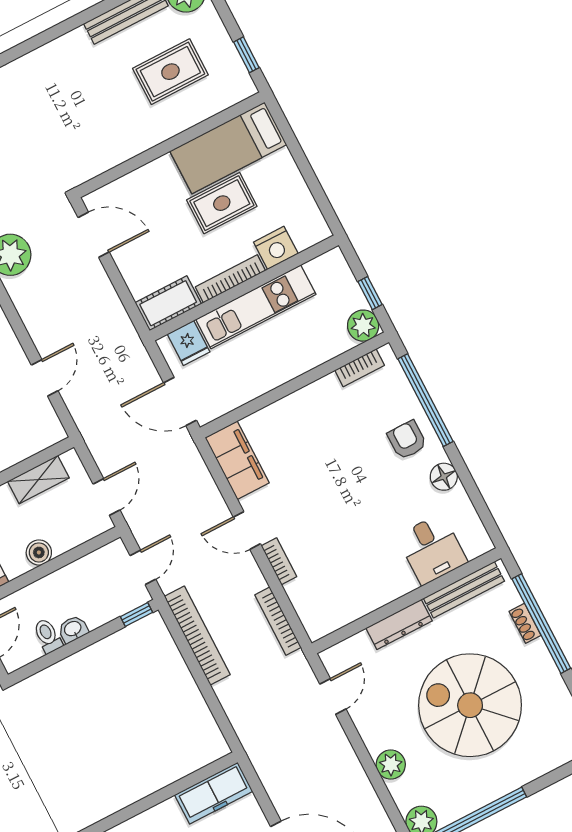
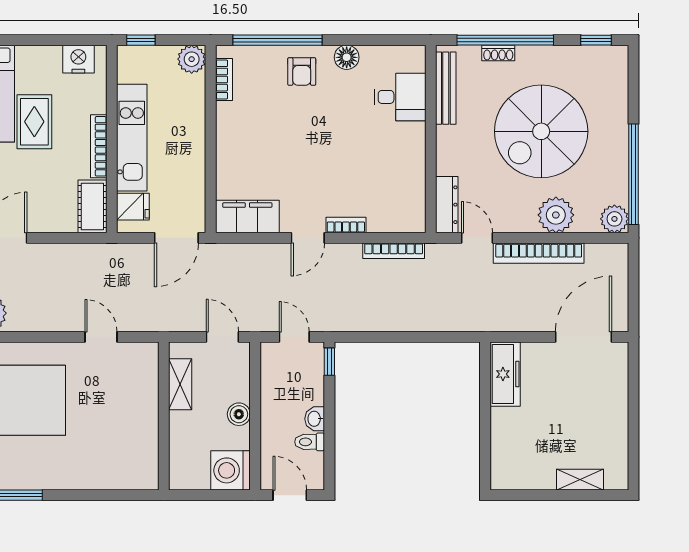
nightstand: (276, 248) -> (78, 59), moved, turned -90
window: (370, 293) -> (141, 40), moved
armchair: (407, 440) -> (302, 71), turned -90
dresser: (399, 624) -> (447, 205), moved
bookcase: (197, 636) -> (539, 253), moved, turned 180
plant: (391, 765) -> (556, 215), width x1.36, depth x1.36

